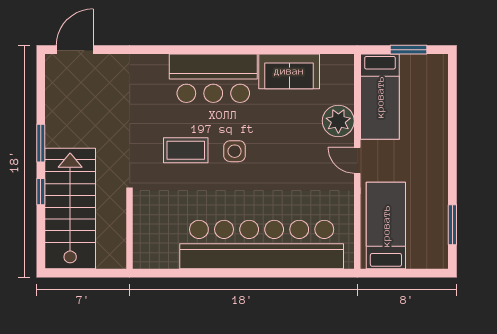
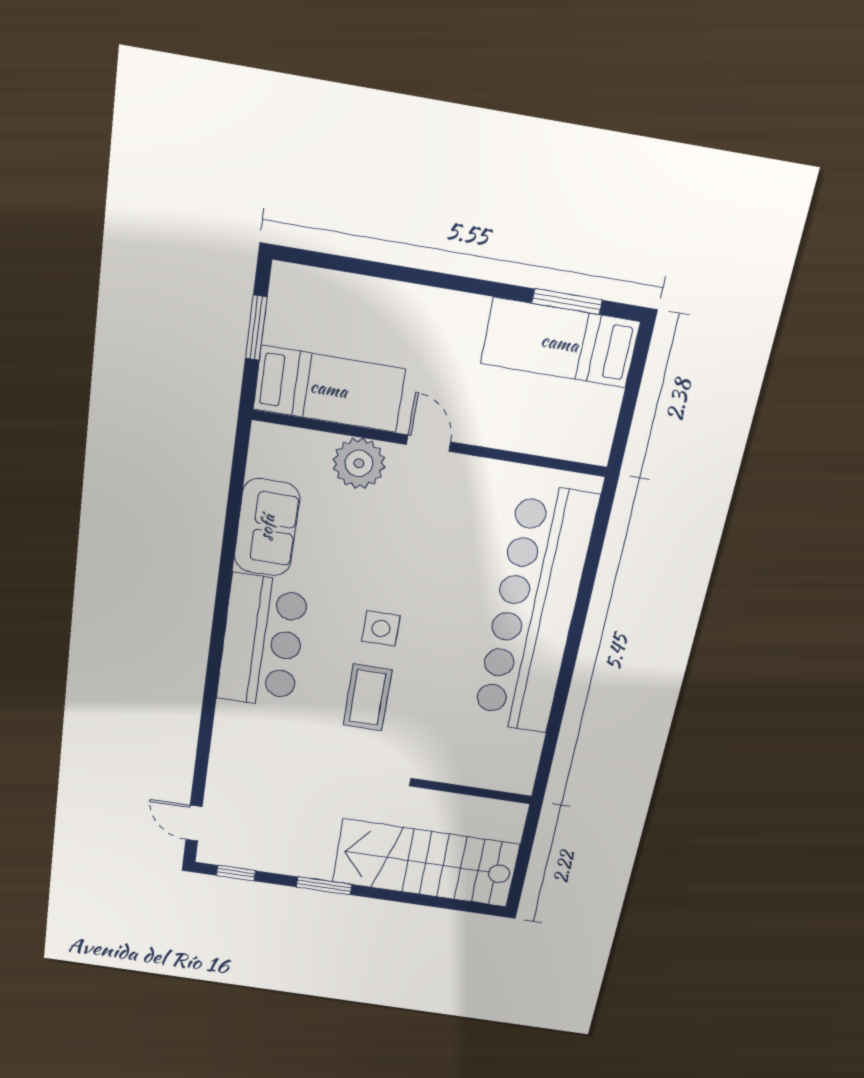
door: (75, 50) -> (194, 823), width x0.73
door: (357, 160) -> (429, 443), swing flipped
window: (41, 192) -> (236, 873), moved
bed: (386, 226) -> (560, 343), moved

